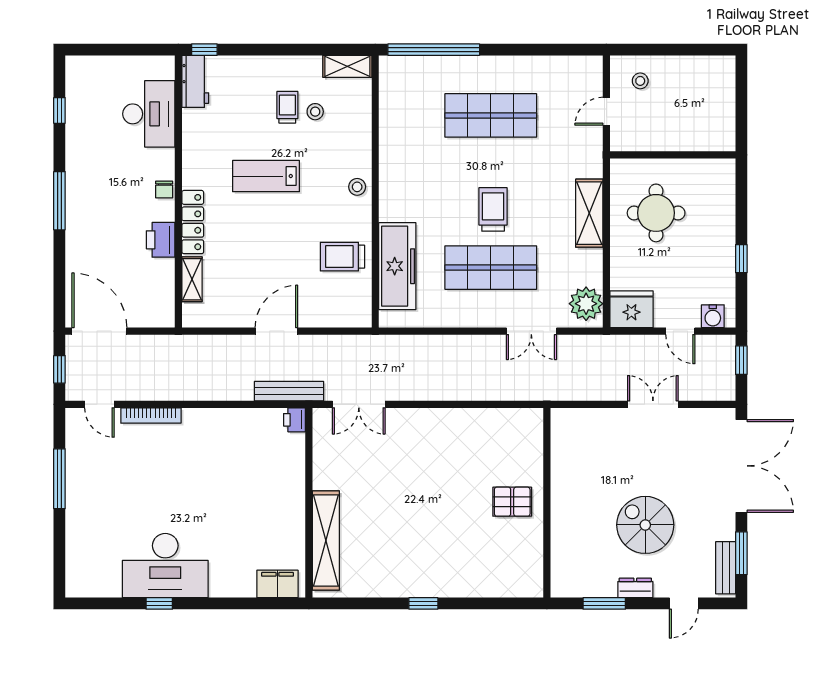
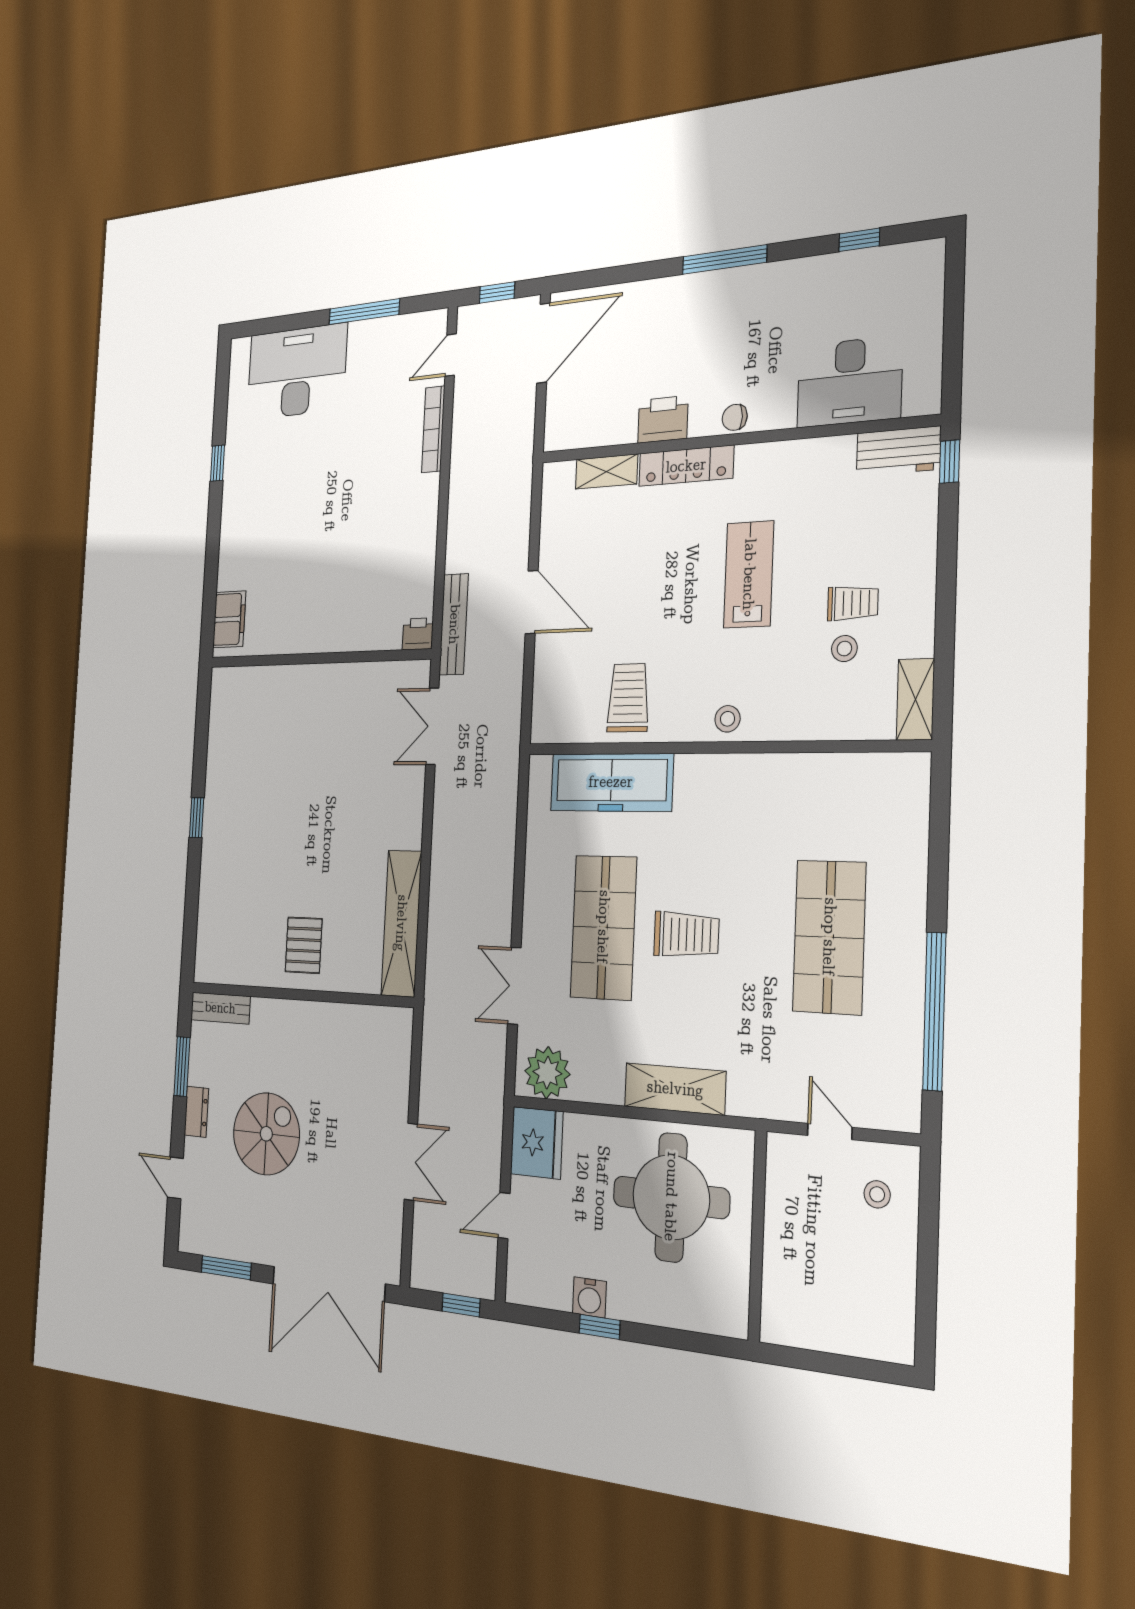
window: (434, 50) -> (934, 1011), moved
round table: (656, 213) -> (671, 1197), width x1.36, depth x1.36
water cooler: (713, 316) -> (589, 1297), moved, turned -90
shelving: (326, 540) -> (401, 923), moved, turned 90
desk: (165, 566) -> (297, 372), moved, turned 90
bench: (726, 568) -> (220, 1008), moved

